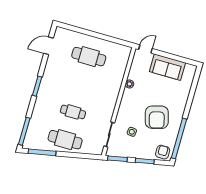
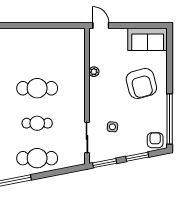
door: (145, 49) -> (101, 26), hinge flipped
cafe table: (89, 57) -> (37, 88), moved
sofa: (167, 67) -> (148, 39), moved
armchair: (157, 117) -> (141, 84), moved

